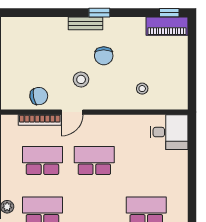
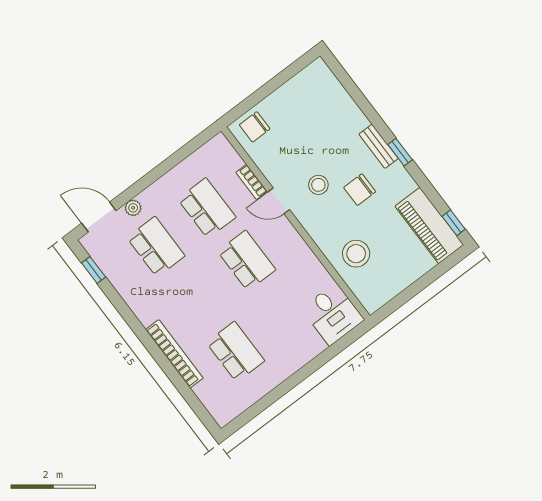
piano: (167, 26) -> (429, 225), width x1.37, depth x1.33
stool: (142, 89) -> (356, 254), width x1.89, depth x1.89
chair: (39, 96) -> (255, 127), moved, turned 100
bookcase: (40, 120) -> (252, 182), width x0.64

